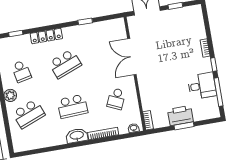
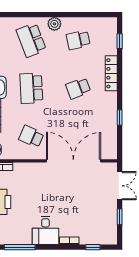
double door: (132, 57) -> (73, 161), width x1.36
school desk: (65, 64) -> (78, 88), width x0.54
window: (214, 65) -> (93, 247), moved
desk: (202, 86) -> (45, 230), moved

